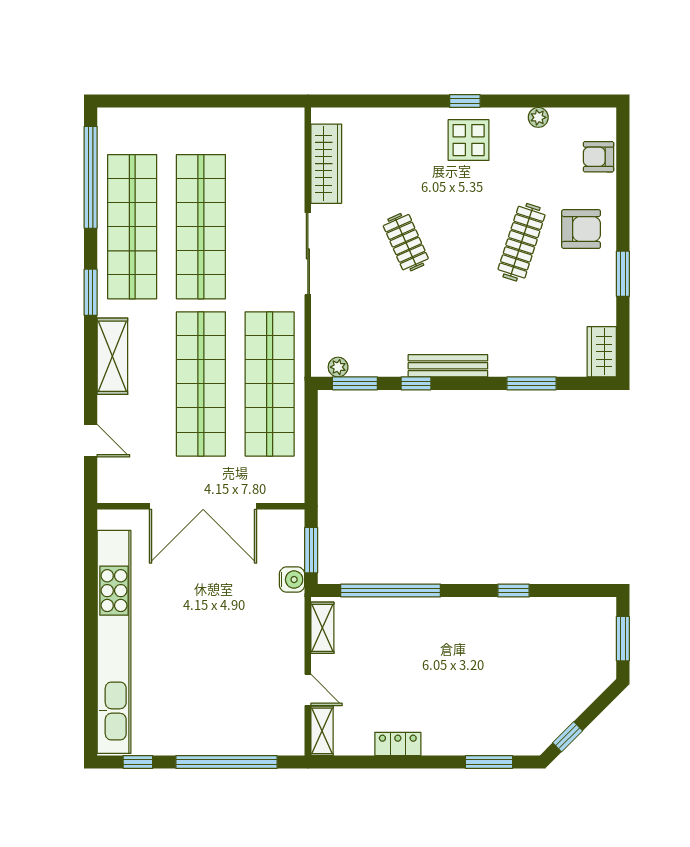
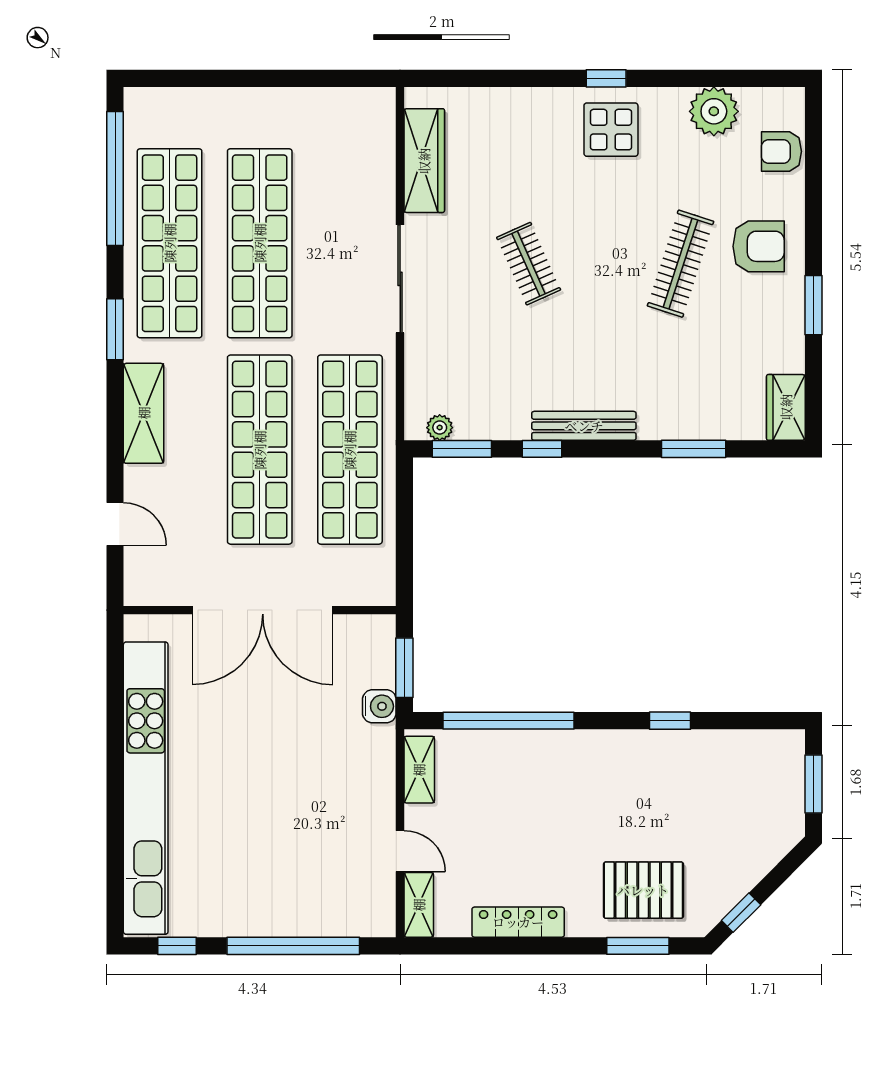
plant: (538, 117) -> (714, 111), width x1.88, depth x1.88
pallet: (493, 720) -> (643, 890), added
locker: (398, 744) -> (518, 922), width x1.53

